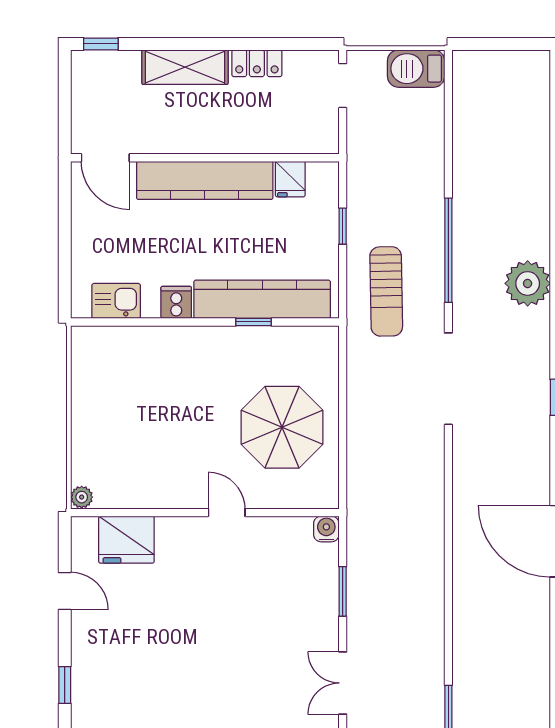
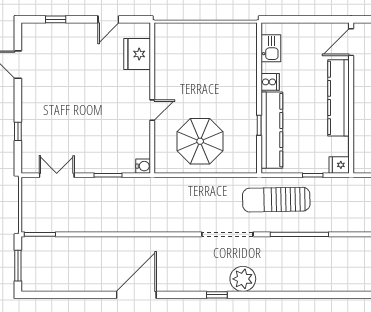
fridge: (290, 179) -> (339, 165), moved
plant: (528, 283) -> (243, 279), moved
sun lounger: (386, 291) -> (276, 200), width x1.36, depth x1.34
plant: (82, 497) -> (161, 29), removed

